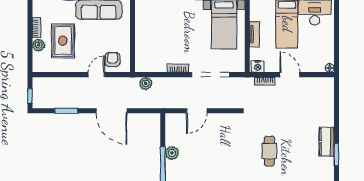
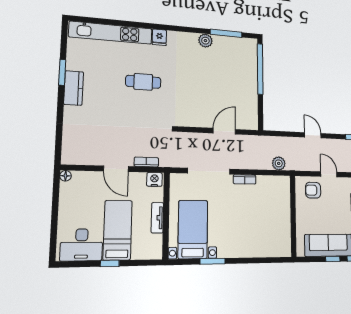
armchair: (113, 60) -> (313, 190), turned 90
door: (96, 75) -> (329, 174), swing flipped
door: (111, 111) -> (313, 135), width x0.53
cafe table: (269, 151) -> (143, 82), turned 90
plant: (172, 153) -> (251, 87), removed

